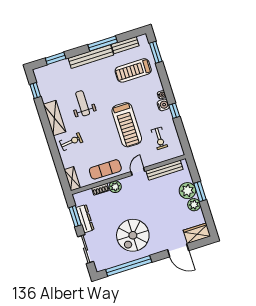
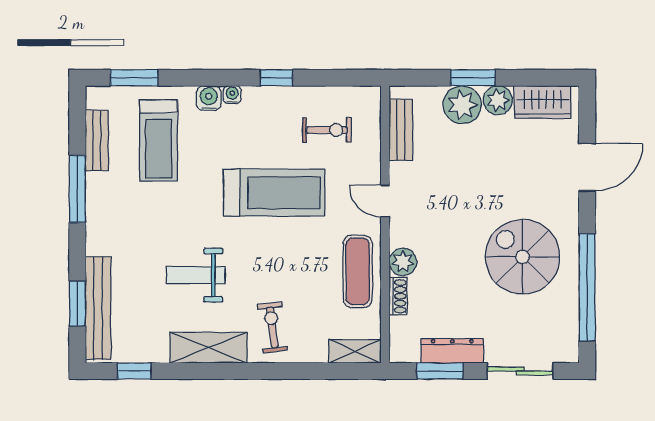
bench: (91, 57) -> (98, 308), moved
water cooler: (163, 105) -> (209, 98), moved
bench: (165, 170) -> (401, 130), width x0.73
wardrobe: (197, 233) -> (543, 102), moved, turned -90
spiral stairs: (133, 235) -> (523, 257), turned 180

